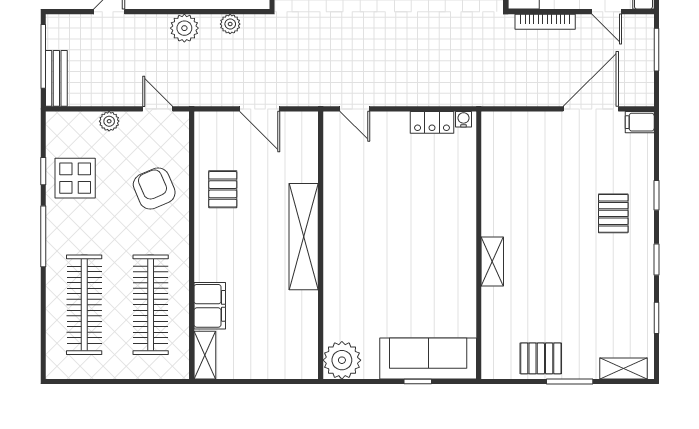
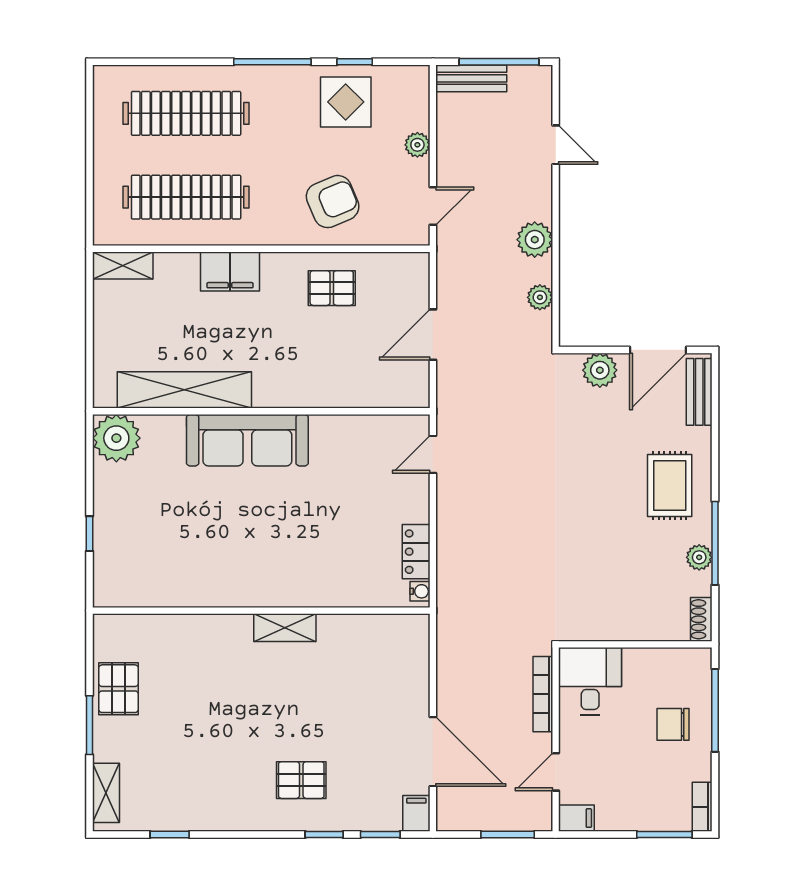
shelving: (304, 237) -> (184, 390), moved
window: (656, 260) -> (380, 834), moved
shelving: (492, 262) -> (285, 628), moved
filing cabinet: (210, 306) -> (230, 271), moved
sofa: (428, 359) -> (247, 440), moved, turned 90

